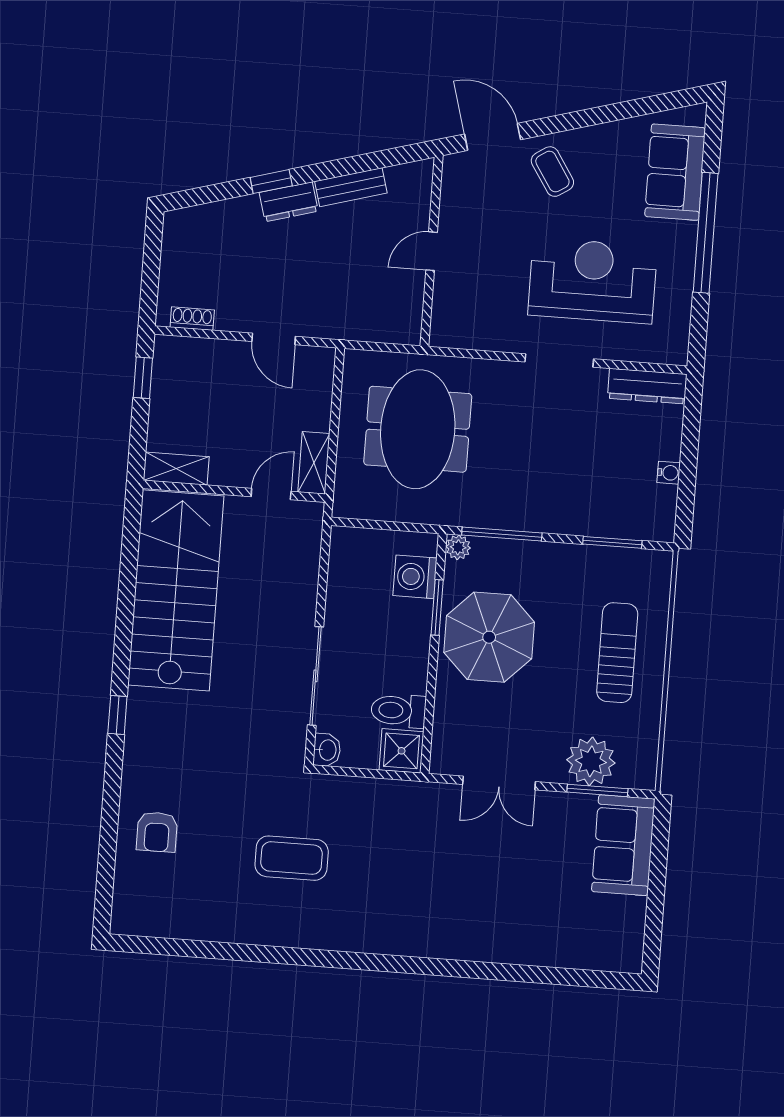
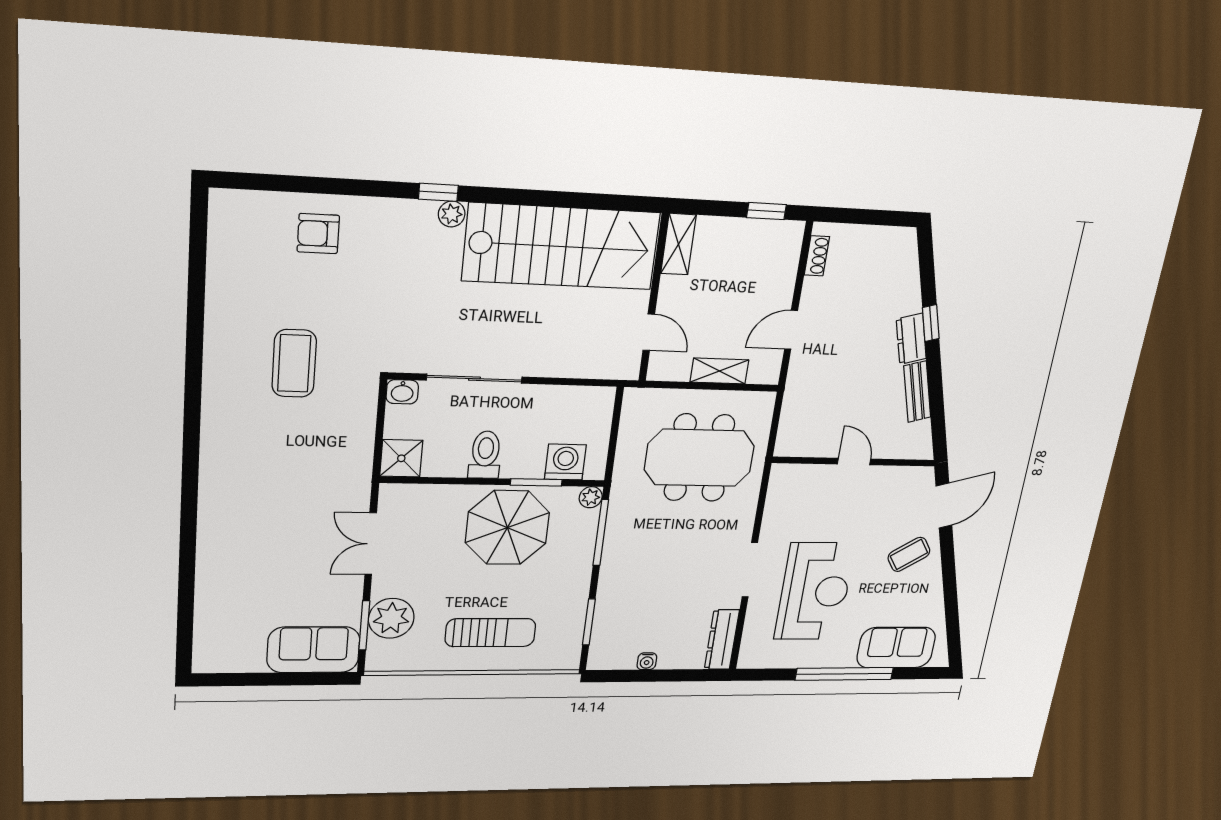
shelving: (314, 463) -> (719, 371), moved
plant: (140, 702) -> (452, 214), added
toilet: (398, 711) -> (485, 455), moved

